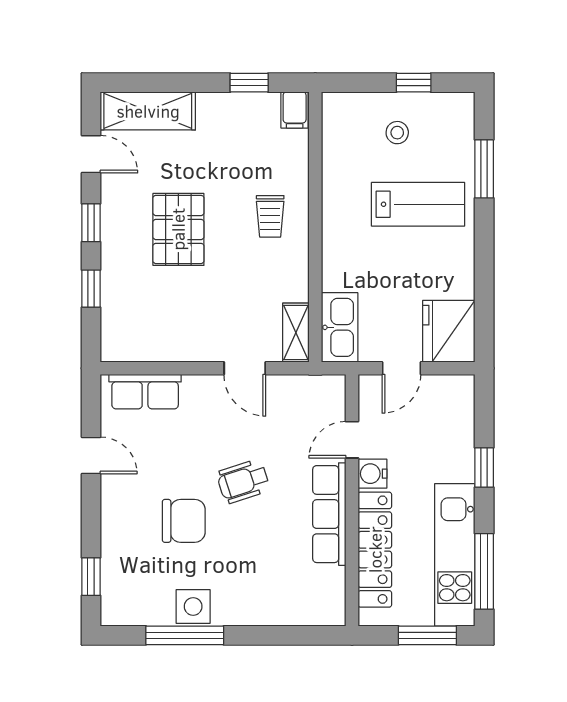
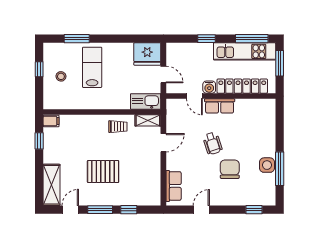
trolley: (270, 216) -> (118, 127), moved
window: (91, 223) -> (100, 210), width x1.50
row of seats: (329, 514) -> (220, 106), width x0.68

